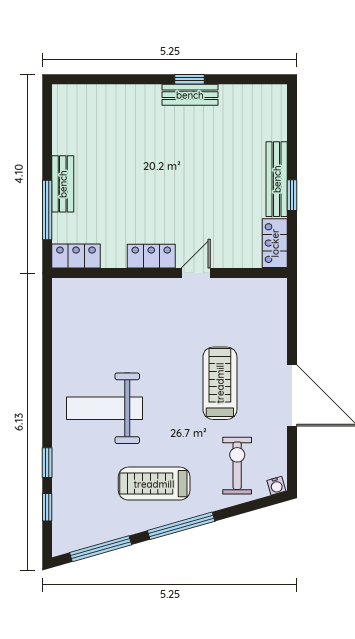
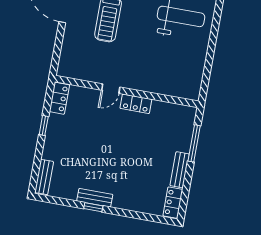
bench: (277, 179) -> (44, 177), moved, width x0.73
bench: (63, 184) -> (180, 170), moved
locker: (76, 256) -> (173, 203), moved, turned 90

